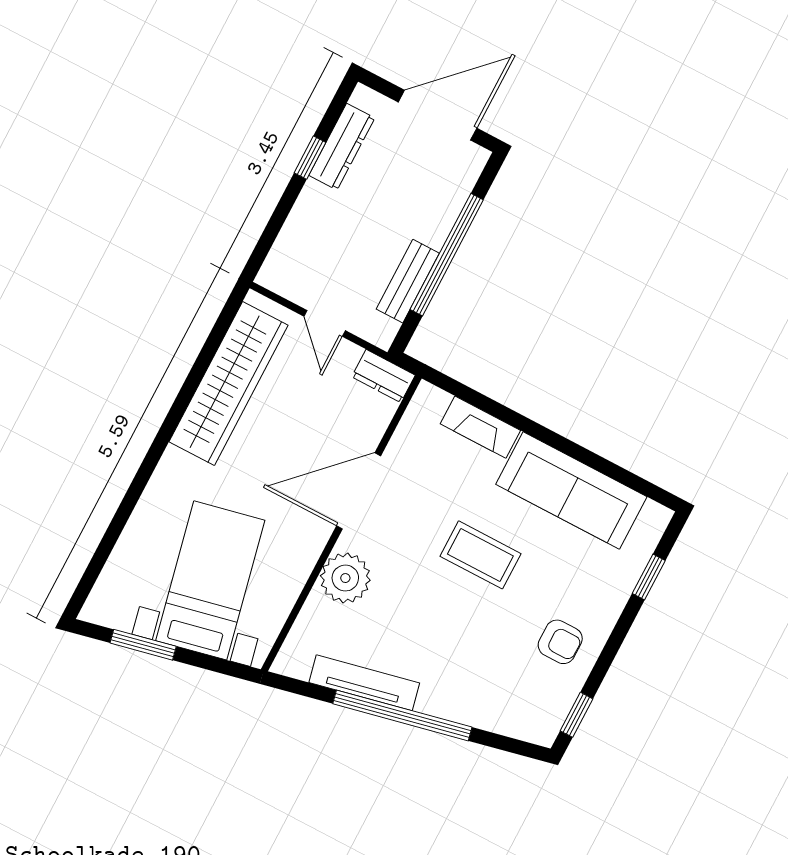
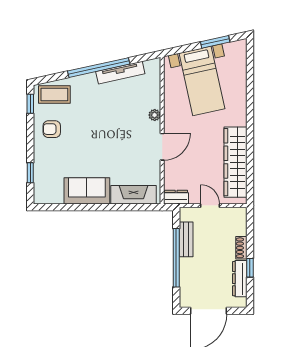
shoe rack: (306, 206) -> (241, 248), added
fireplace: (480, 427) -> (134, 195), width x1.37, depth x1.32
door: (359, 491) -> (162, 147), width x0.73
sofa: (571, 491) -> (87, 191), width x0.73
coffee table: (480, 555) -> (54, 95), moved
plant: (345, 578) -> (155, 115), width x0.53, depth x0.53

